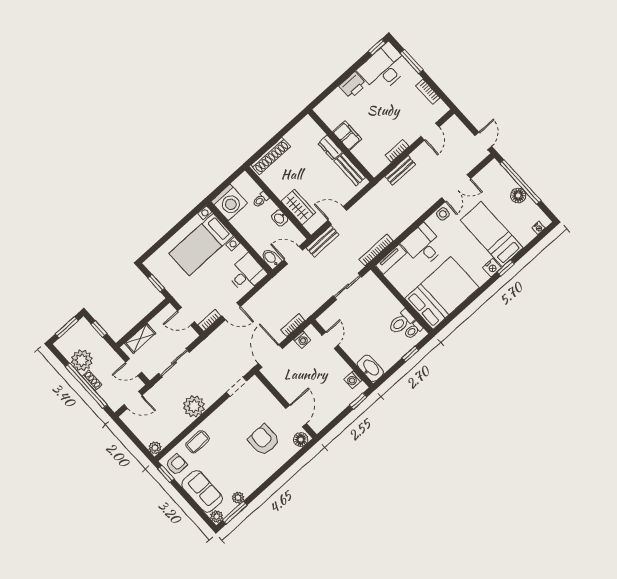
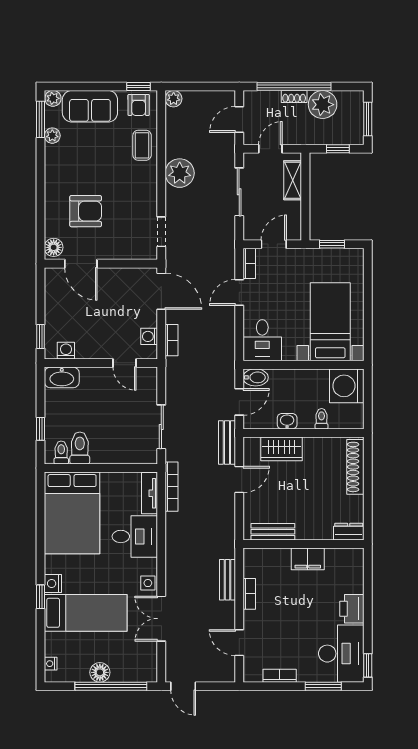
dresser: (330, 148) -> (349, 532), moved

